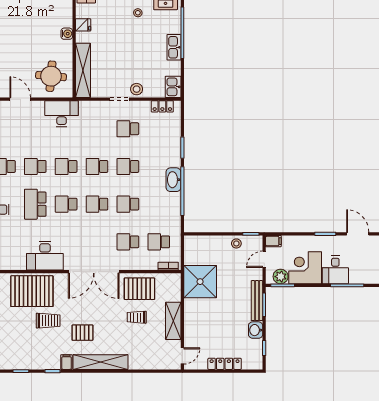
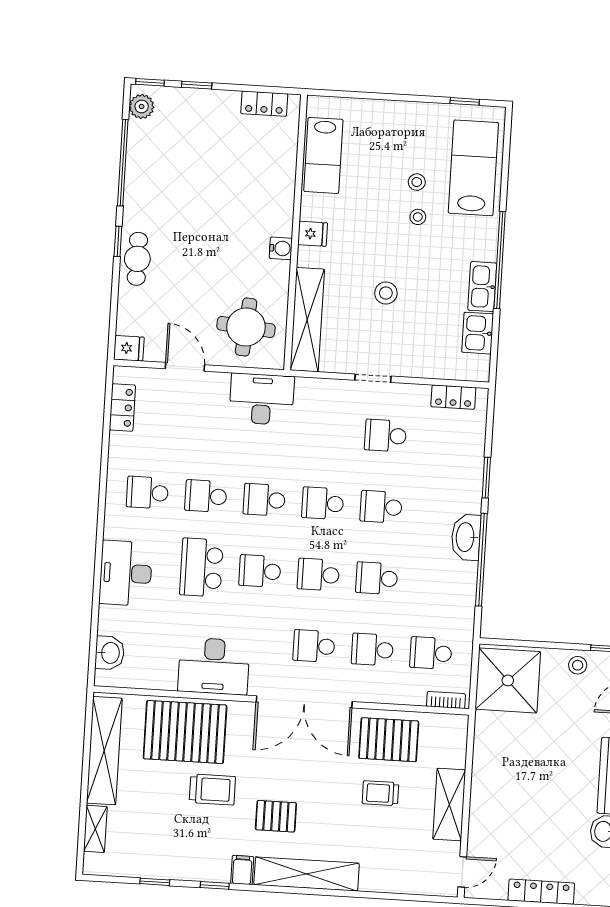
kitchen sink: (173, 87) -> (478, 333), moved
stool: (137, 89) -> (386, 293), moved
school desk: (97, 242) -> (314, 646), added
shower: (200, 282) -> (508, 680), moved

